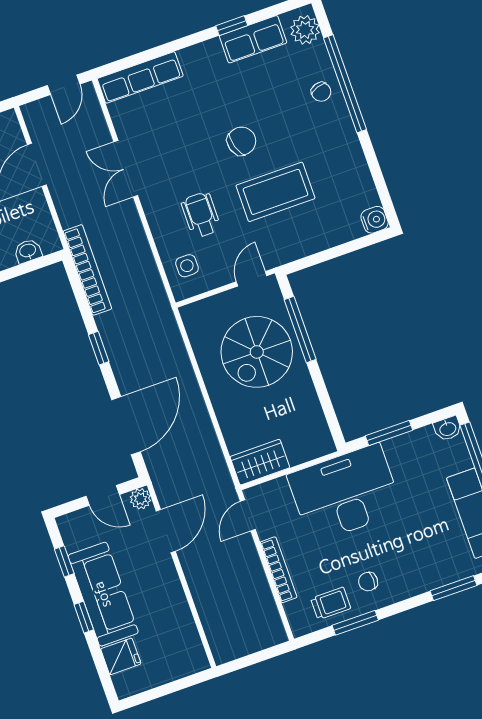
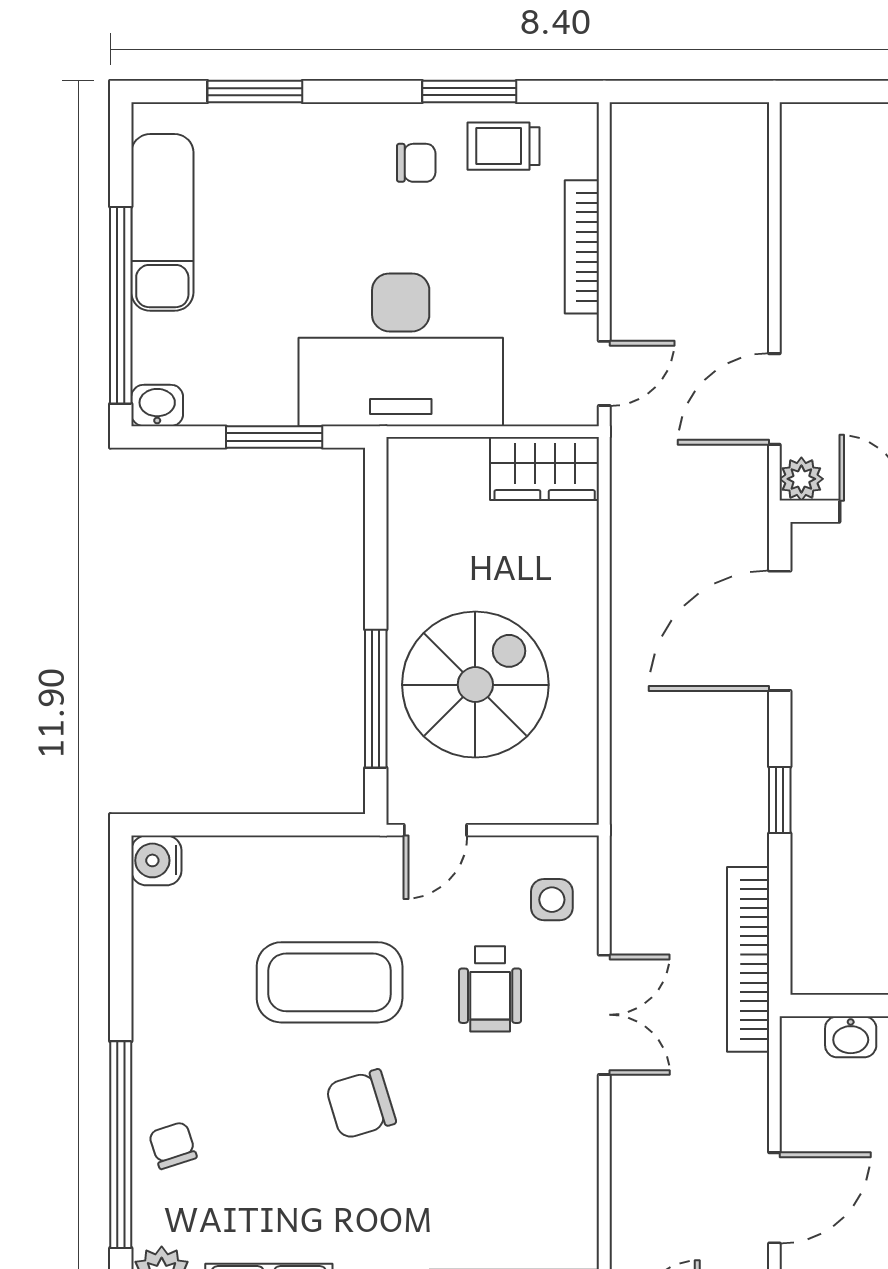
double door: (126, 169) -> (604, 1015), moved

